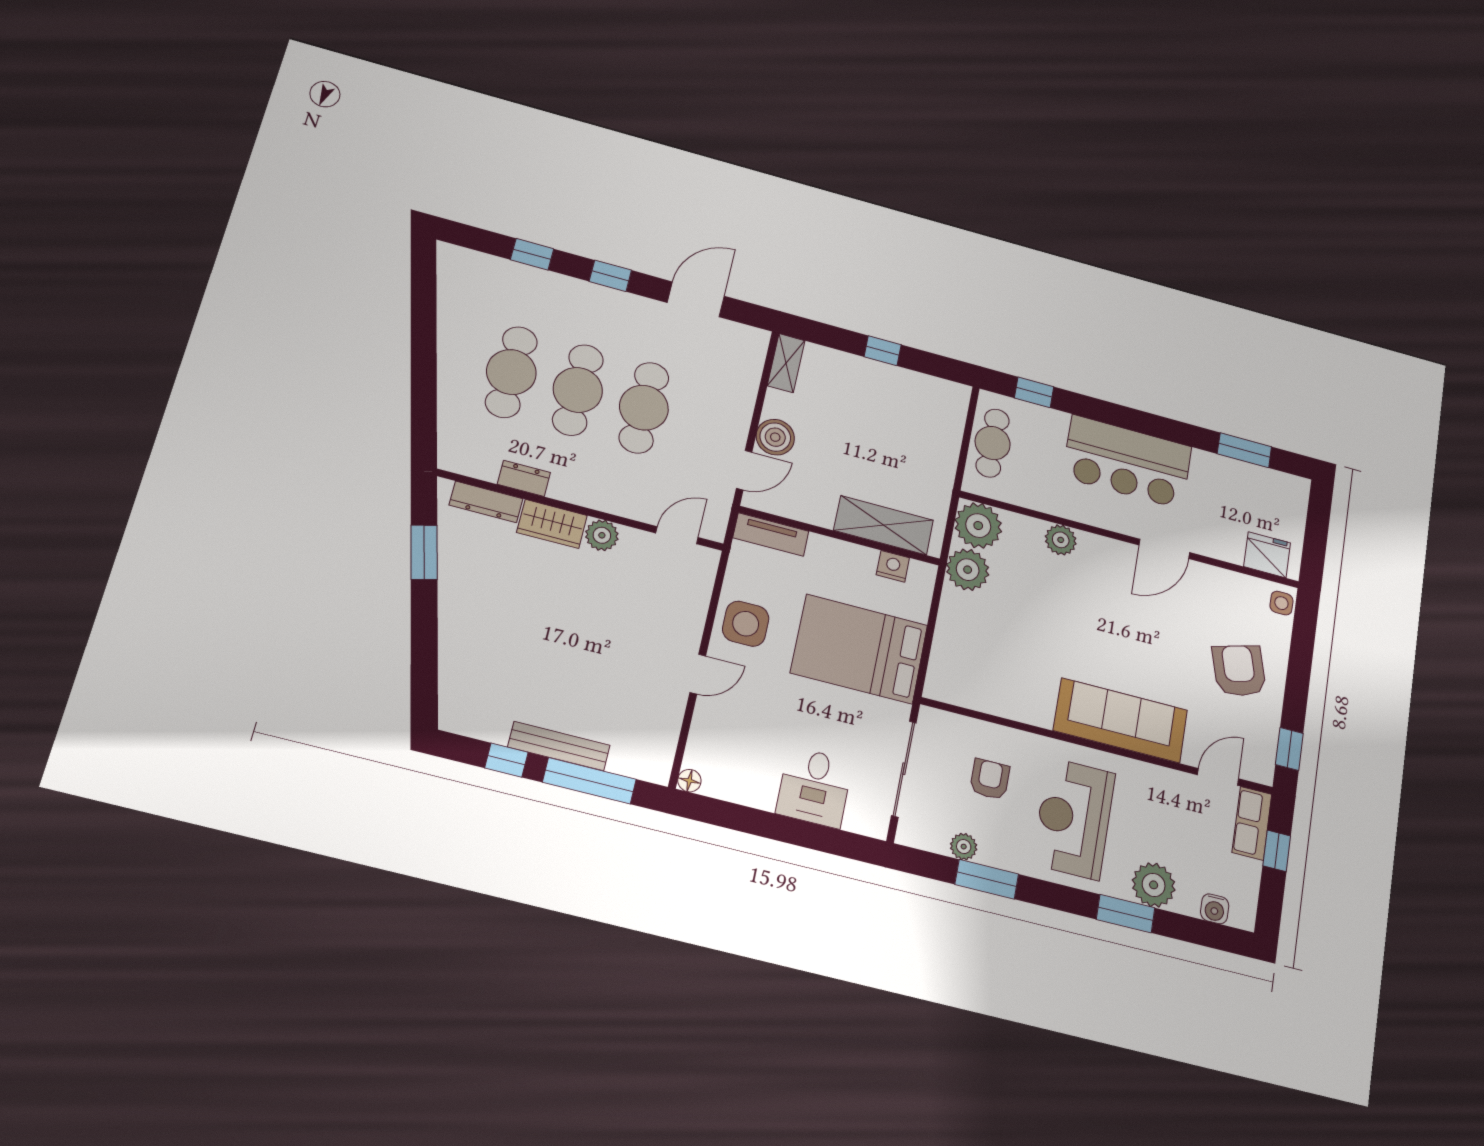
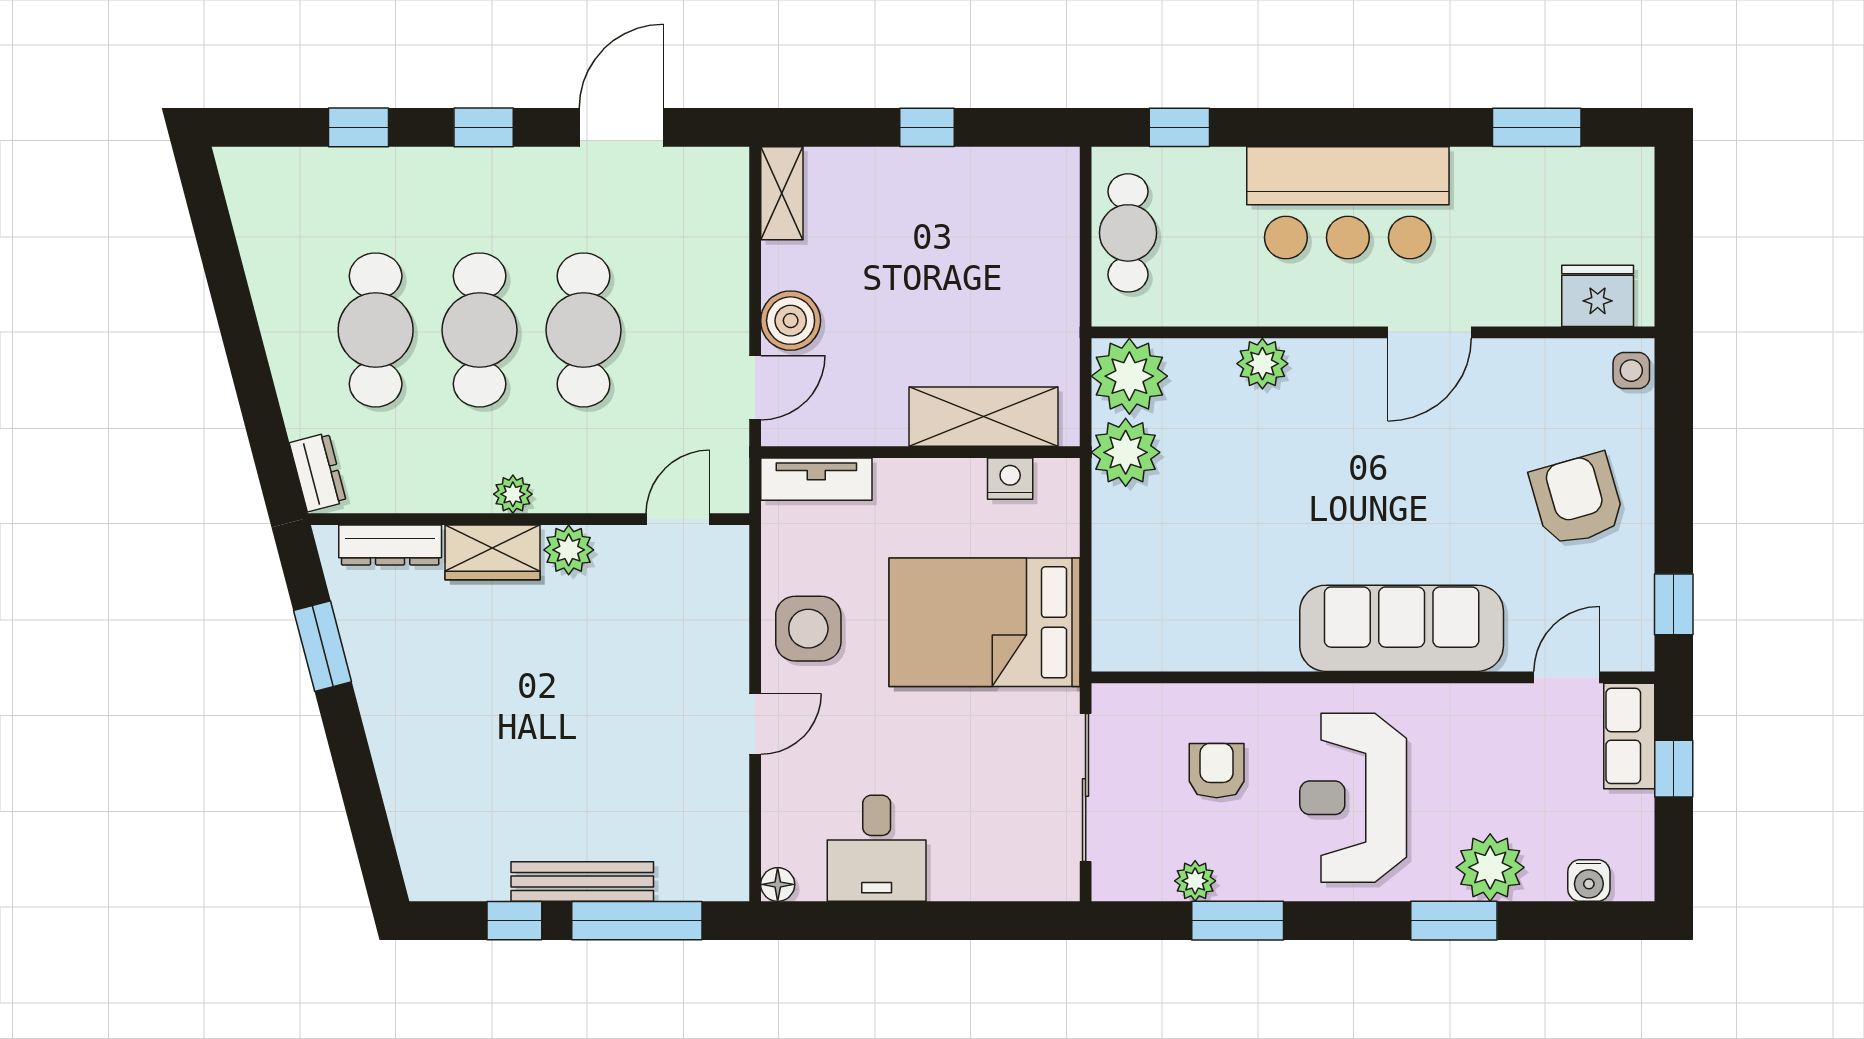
dresser: (524, 478) -> (318, 472), moved, turned 75
plant: (574, 492) -> (513, 494), added
desk: (814, 787) -> (877, 848), moved

